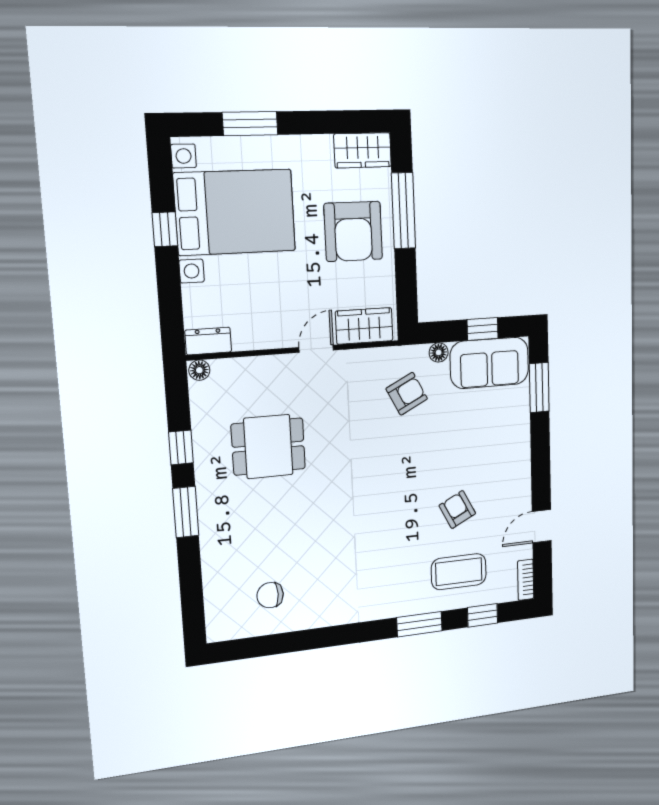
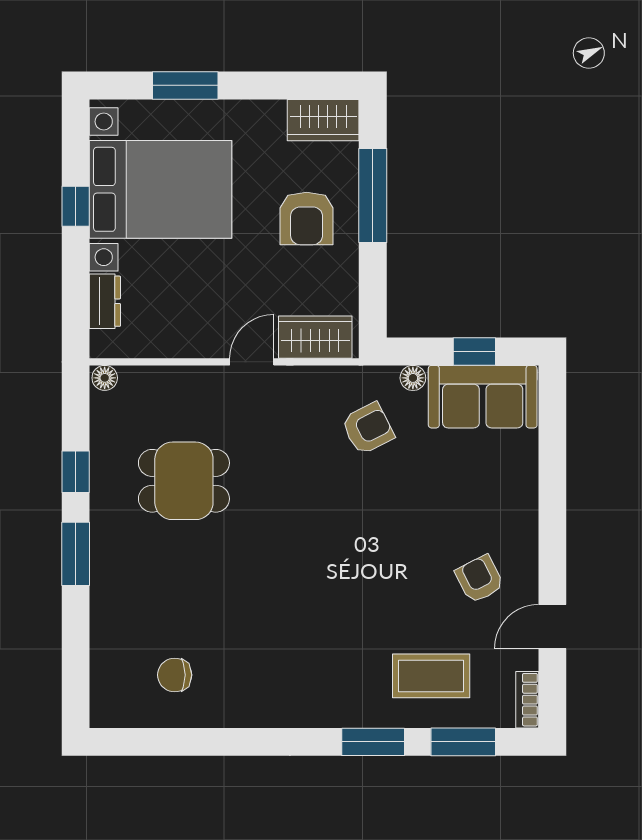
armchair: (353, 231) -> (307, 218), width x0.73, depth x0.73
dresser: (208, 341) -> (105, 301), moved, turned 90
window: (539, 388) -> (552, 435), removed
armchair: (457, 510) -> (479, 579), moved
window: (483, 615) -> (463, 742), width x1.50

